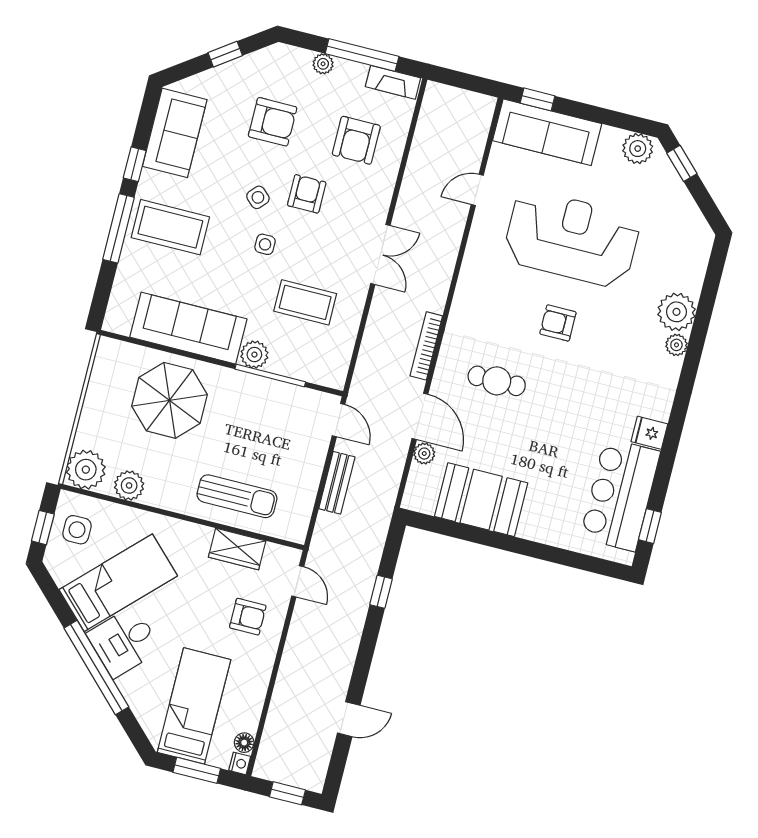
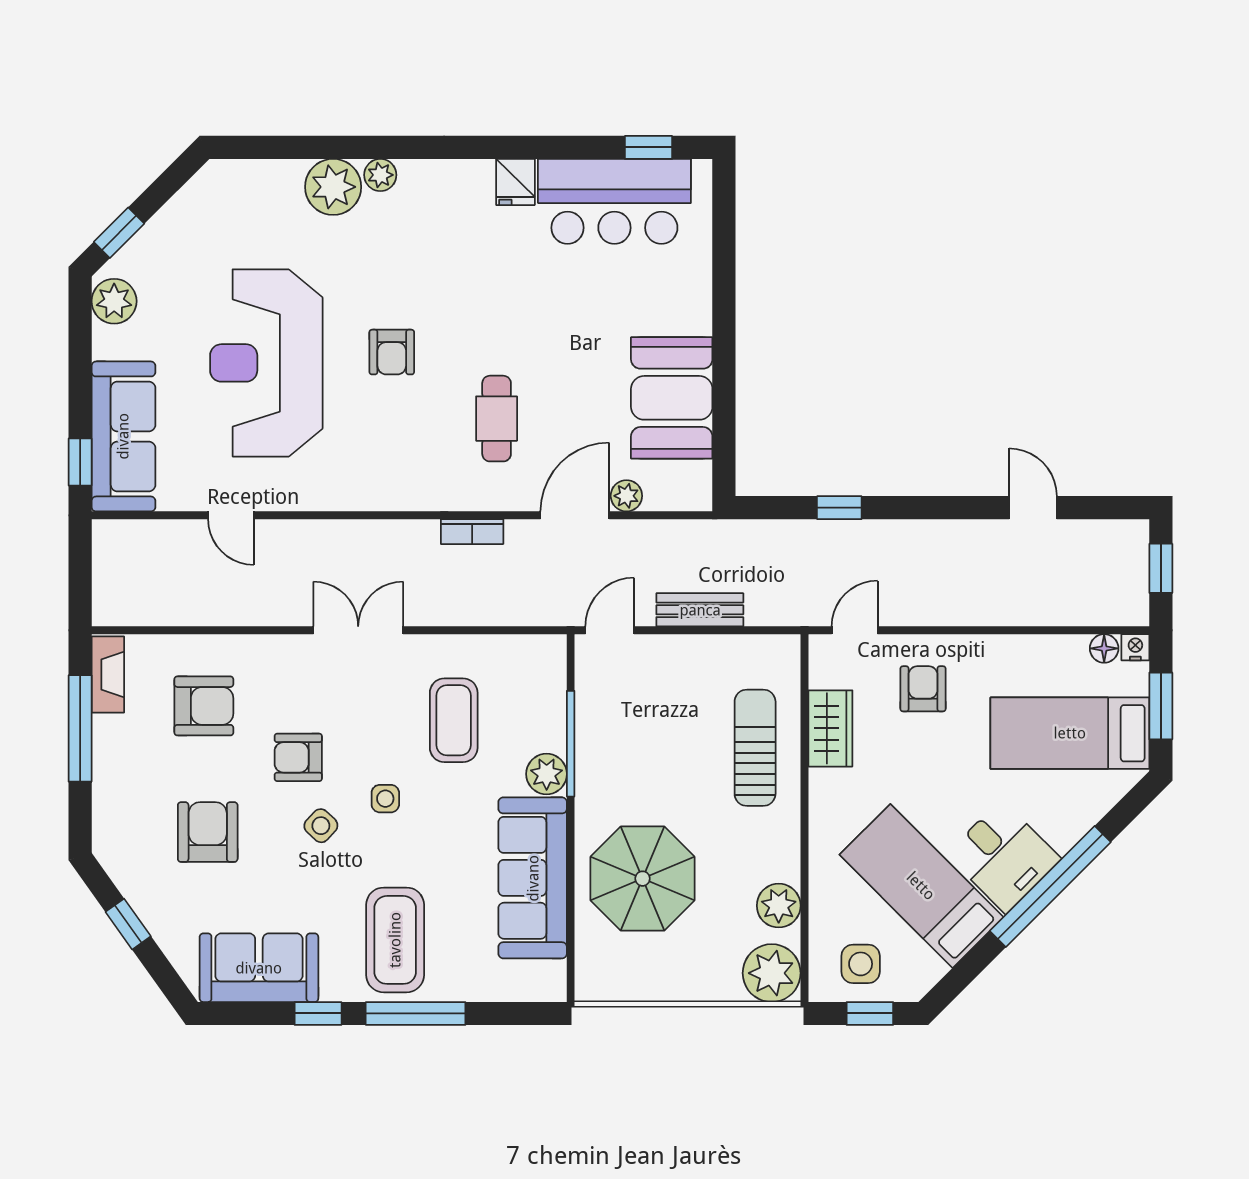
plant: (323, 64) -> (107, 781), removed
bookcase: (426, 346) -> (472, 532), width x0.64

